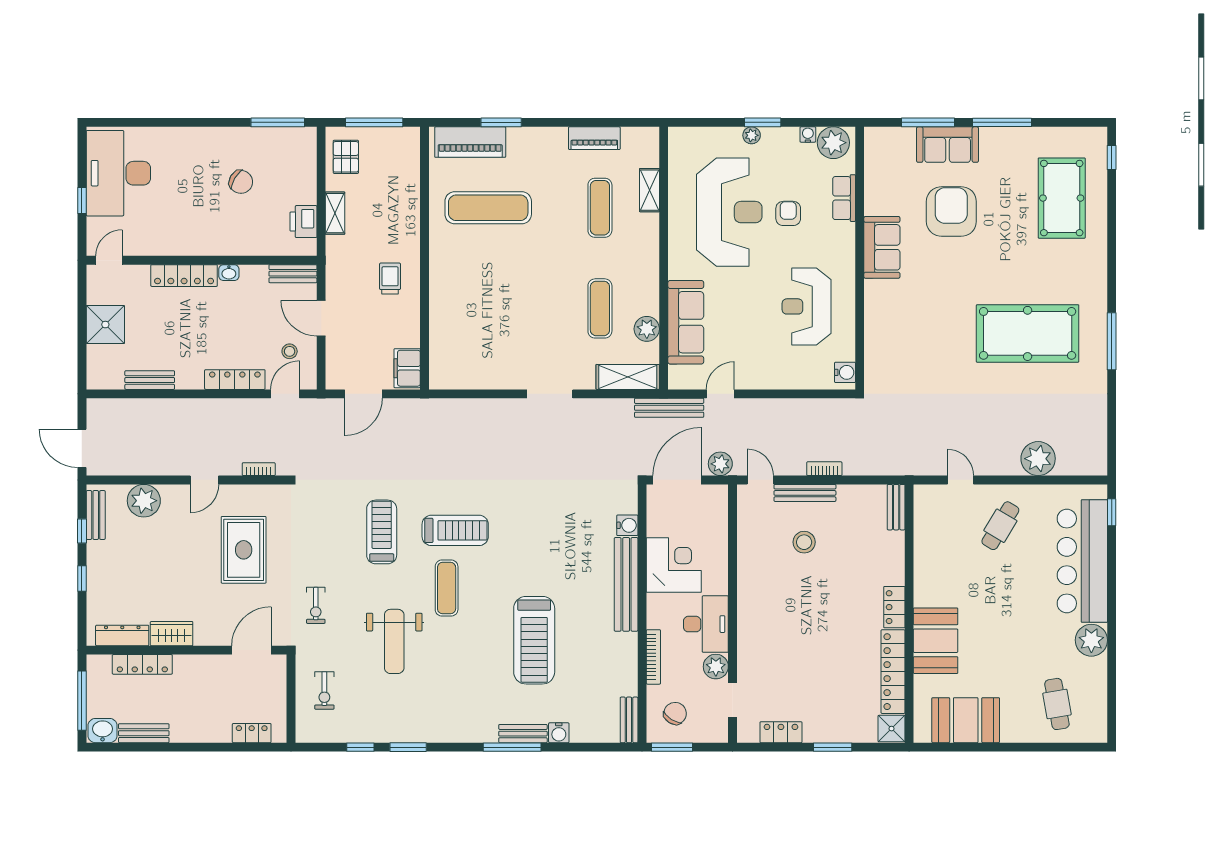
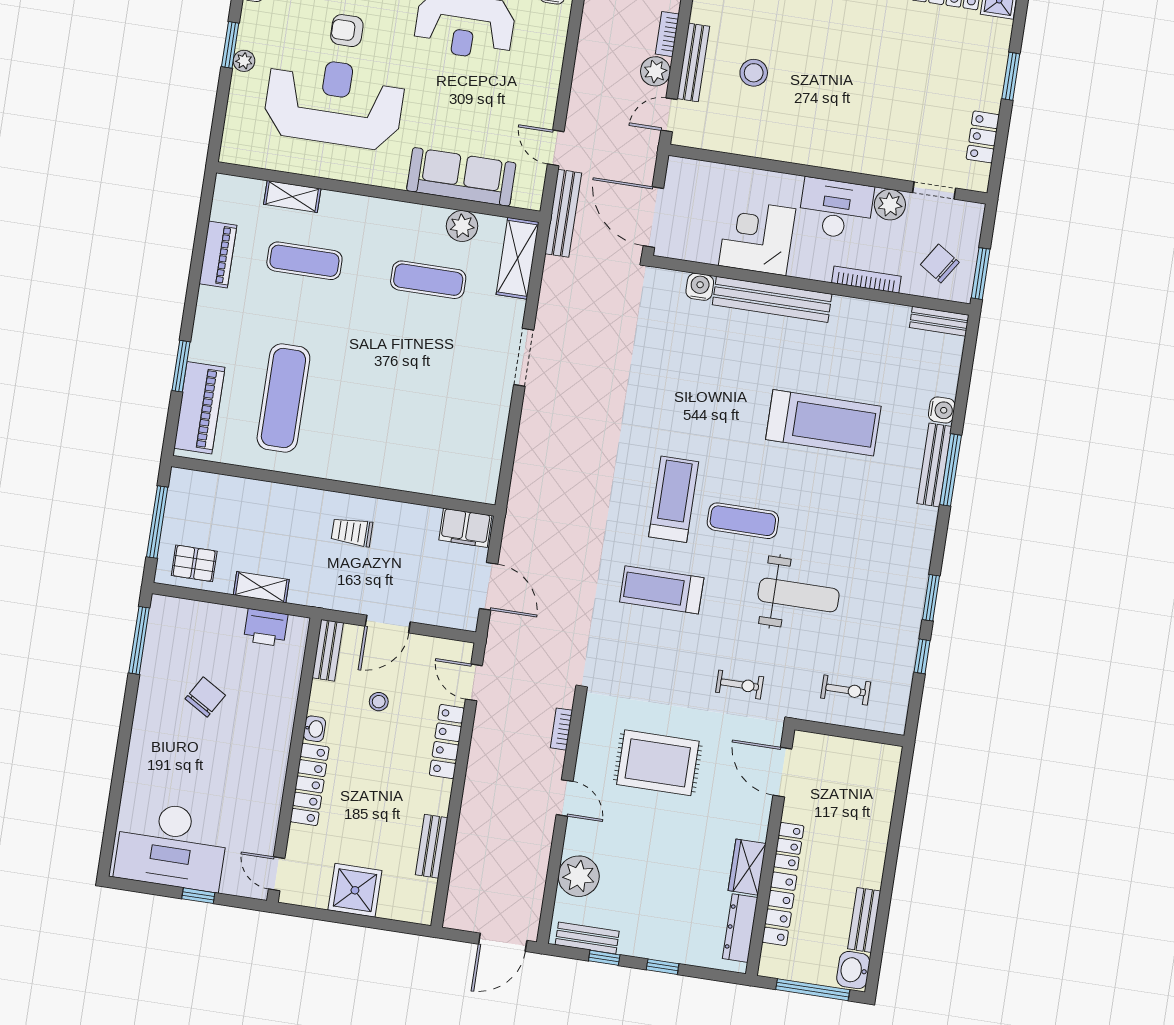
stool: (290, 351) -> (379, 702), moved
plant: (720, 464) -> (655, 71), moved
locker: (252, 733) -> (789, 846), moved, turned 180
bench: (523, 734) -> (934, 465), width x1.36

